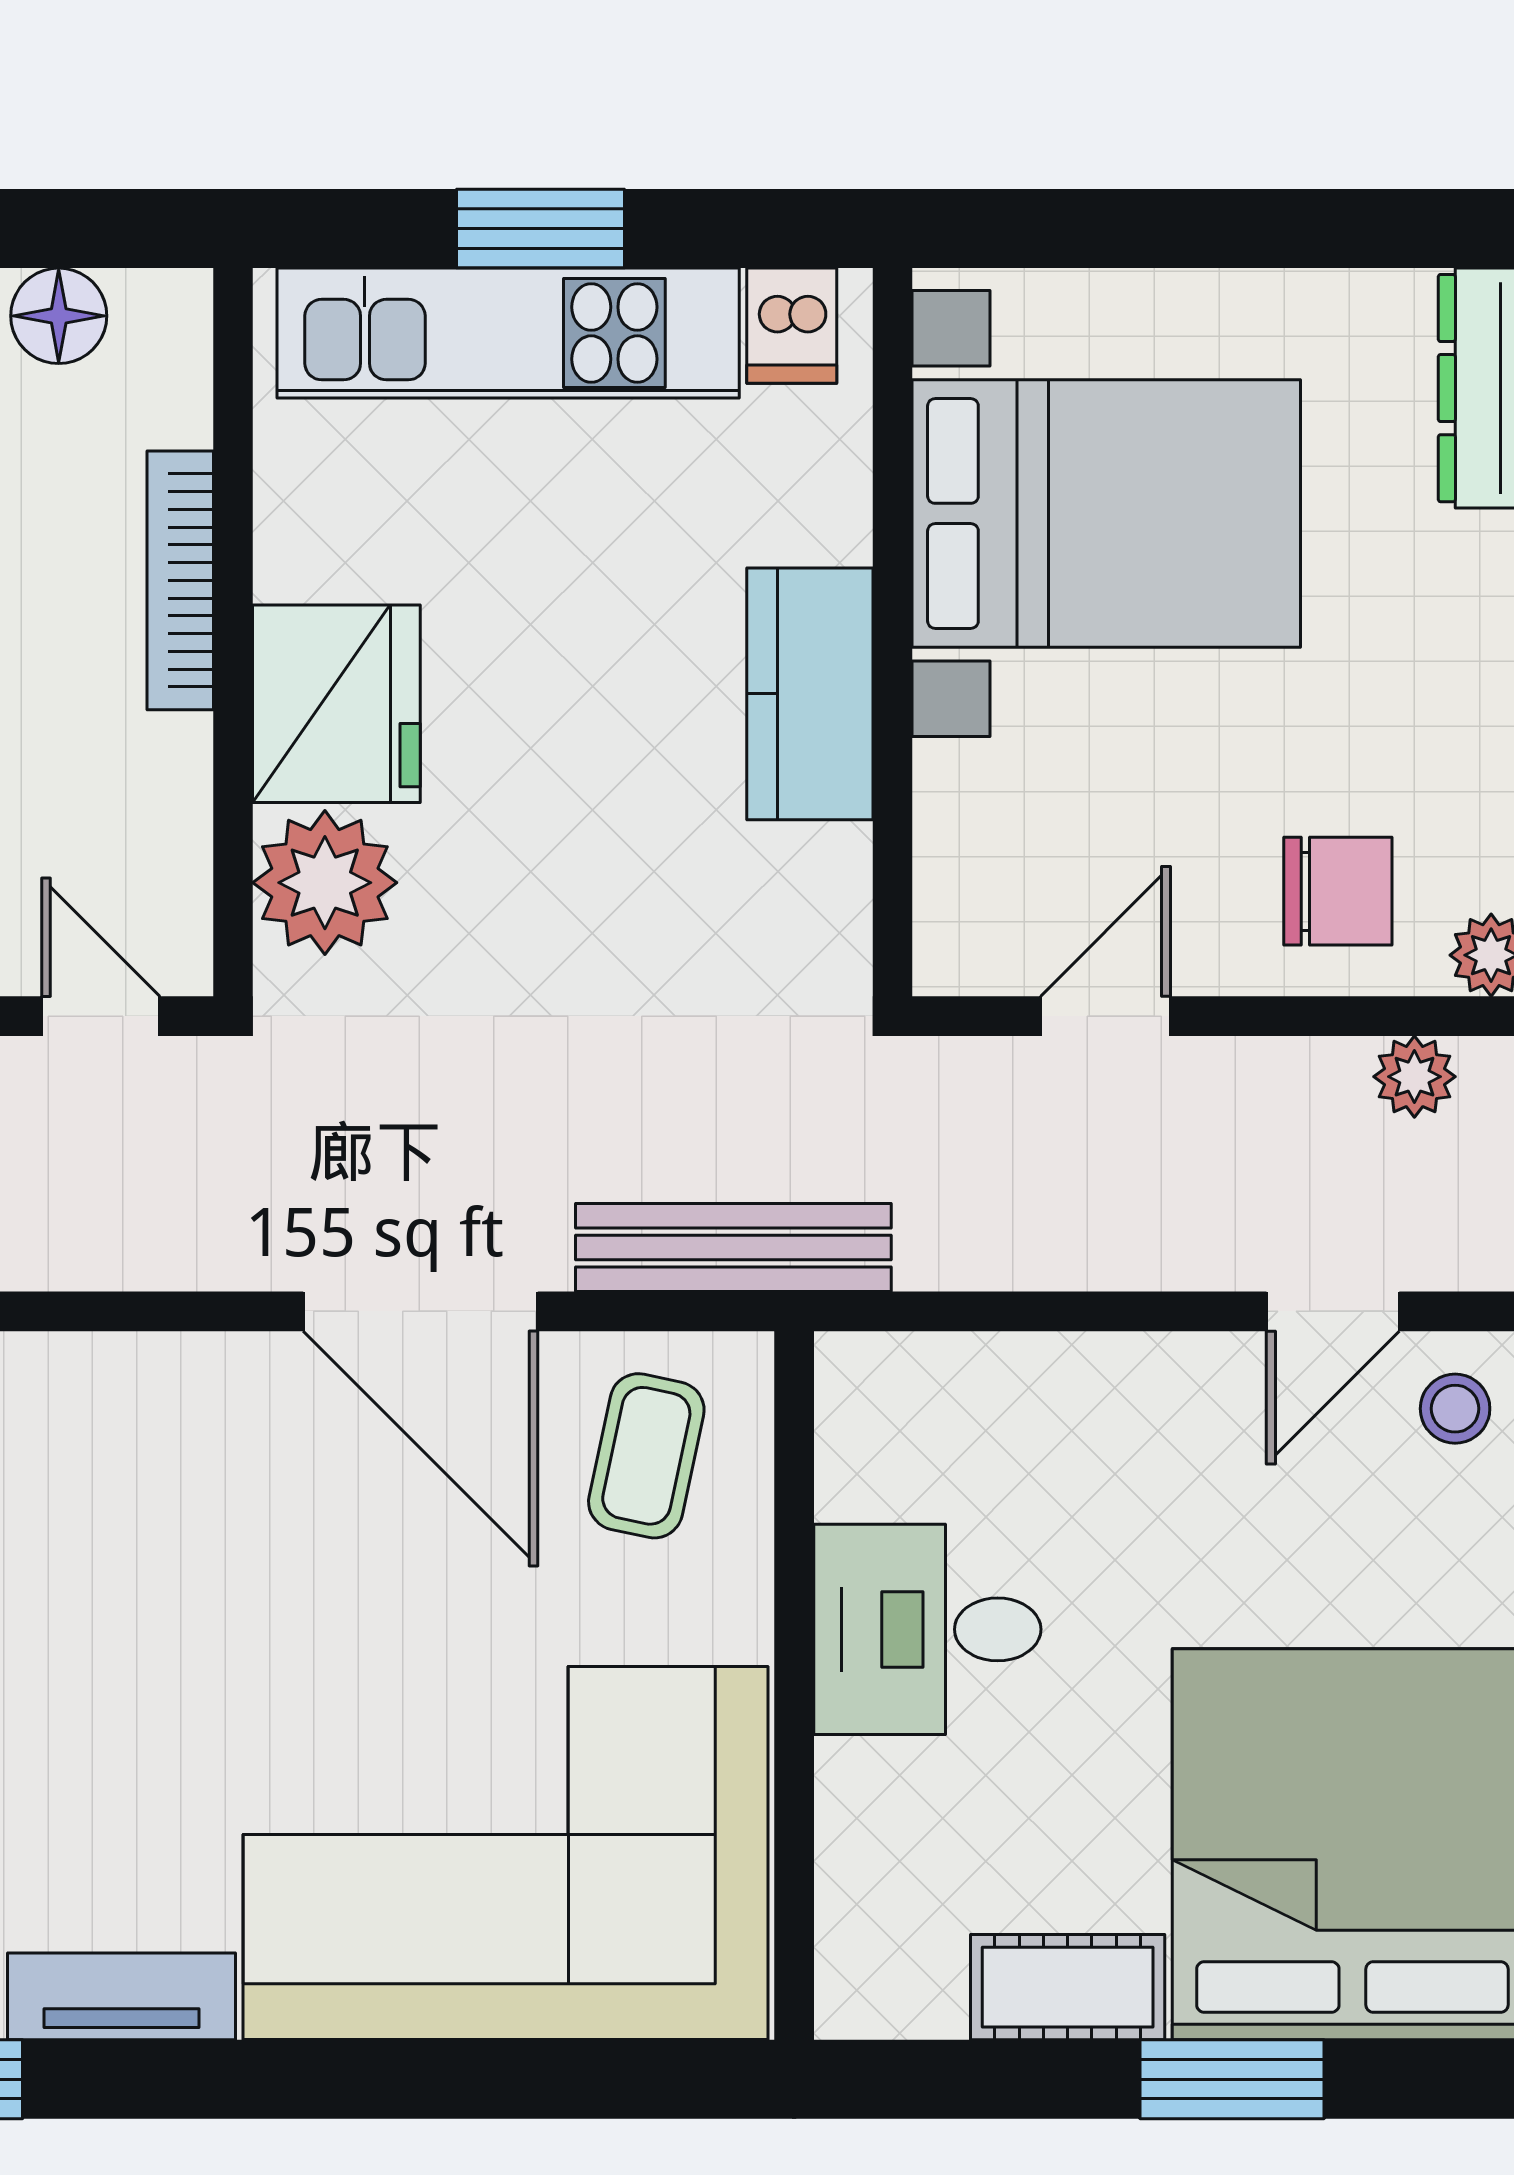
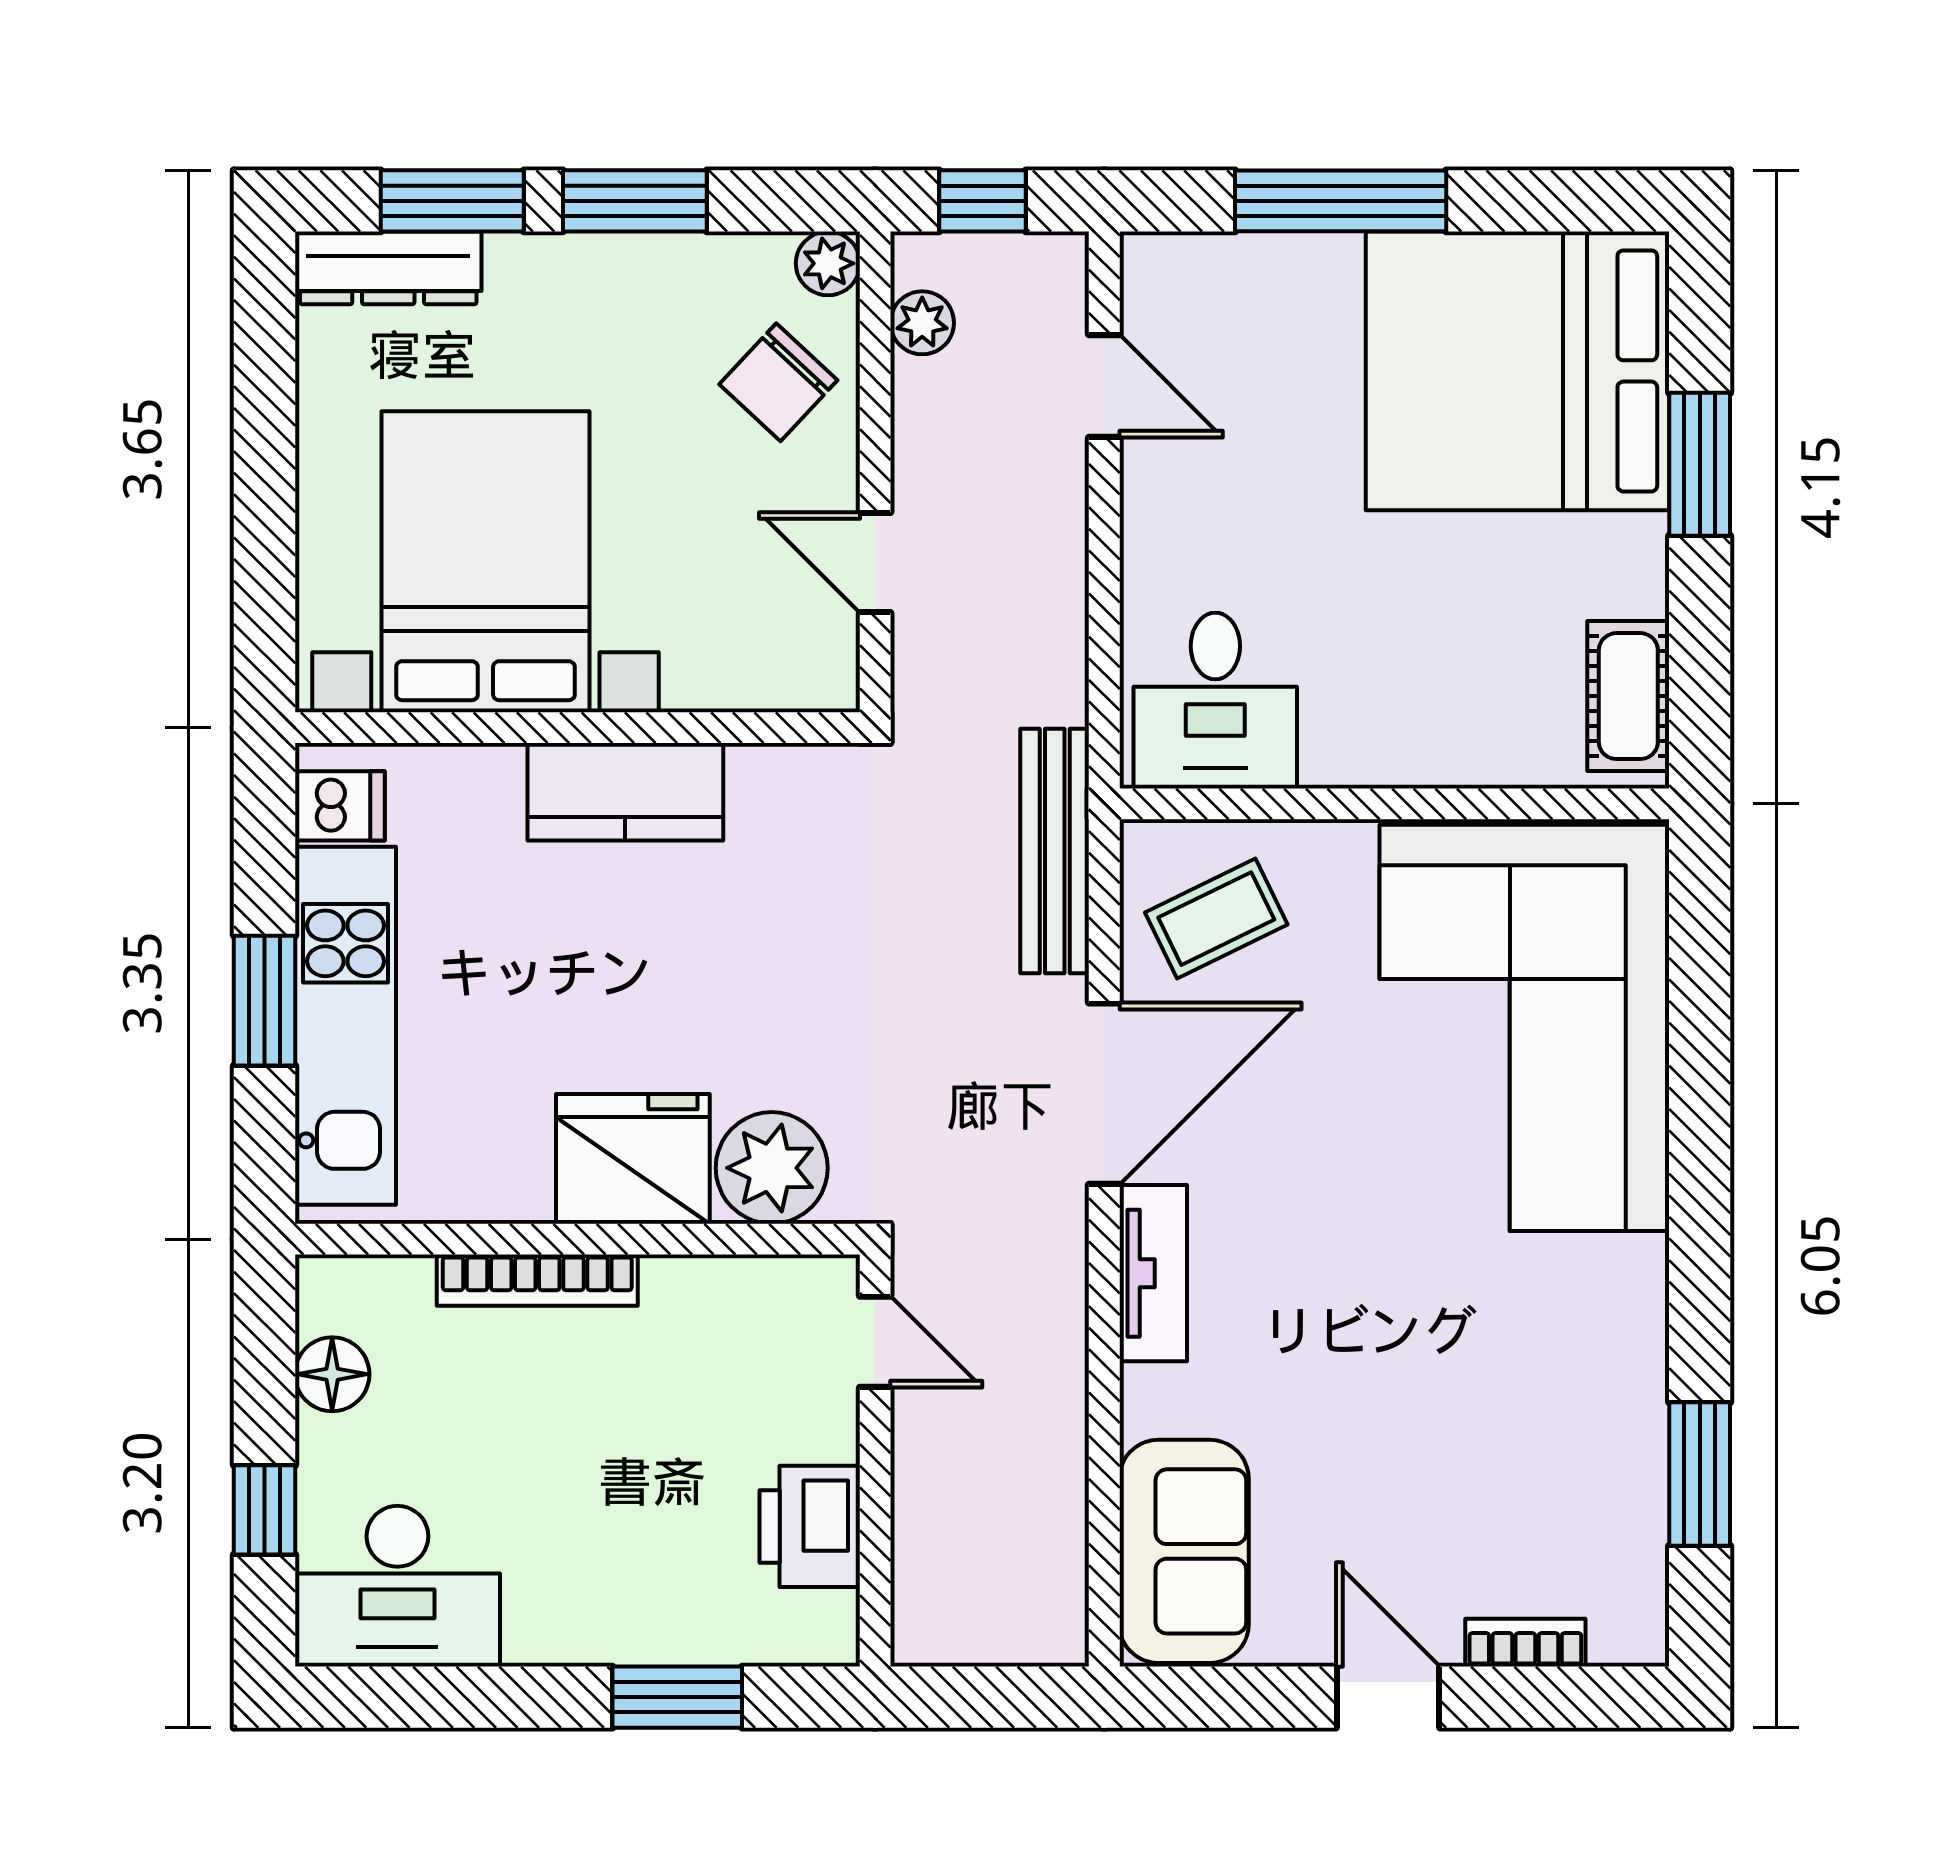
chair: (1338, 891) -> (778, 382), turned -137
door: (101, 1016) -> (875, 1342), swing flipped
stool: (1455, 1409) -> (1180, 291), removed
coffee table: (646, 1456) -> (1216, 919), turned -38
desk: (927, 1629) -> (1215, 701), moved
cot: (1068, 1987) -> (1628, 696), moved
tv unit: (122, 1996) -> (1153, 1273), moved, turned 180

